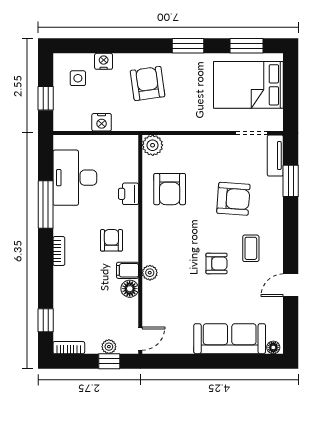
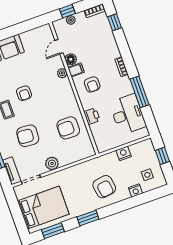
plant: (153, 145) -> (52, 163), moved
armchair: (170, 189) -> (68, 128), turned -90
armchair: (216, 263) -> (24, 93), turned -90
door: (140, 339) -> (59, 47), moved

